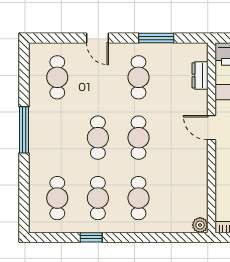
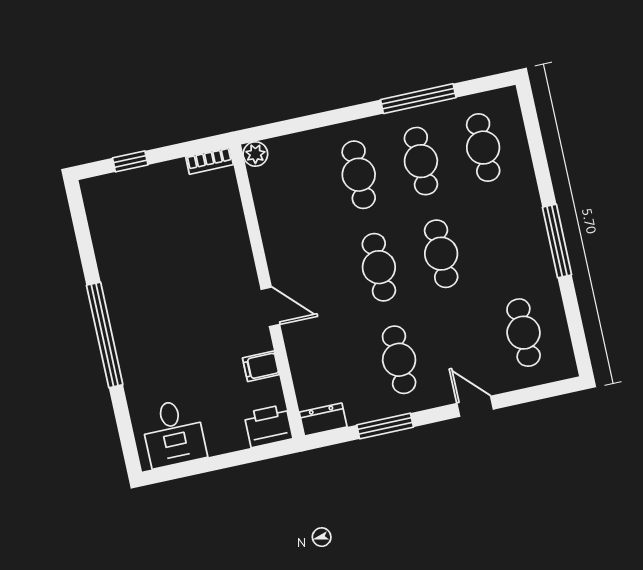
dresser: (200, 75) -> (323, 420), moved, turned -90
window: (91, 237) -> (418, 99), width x2.17

